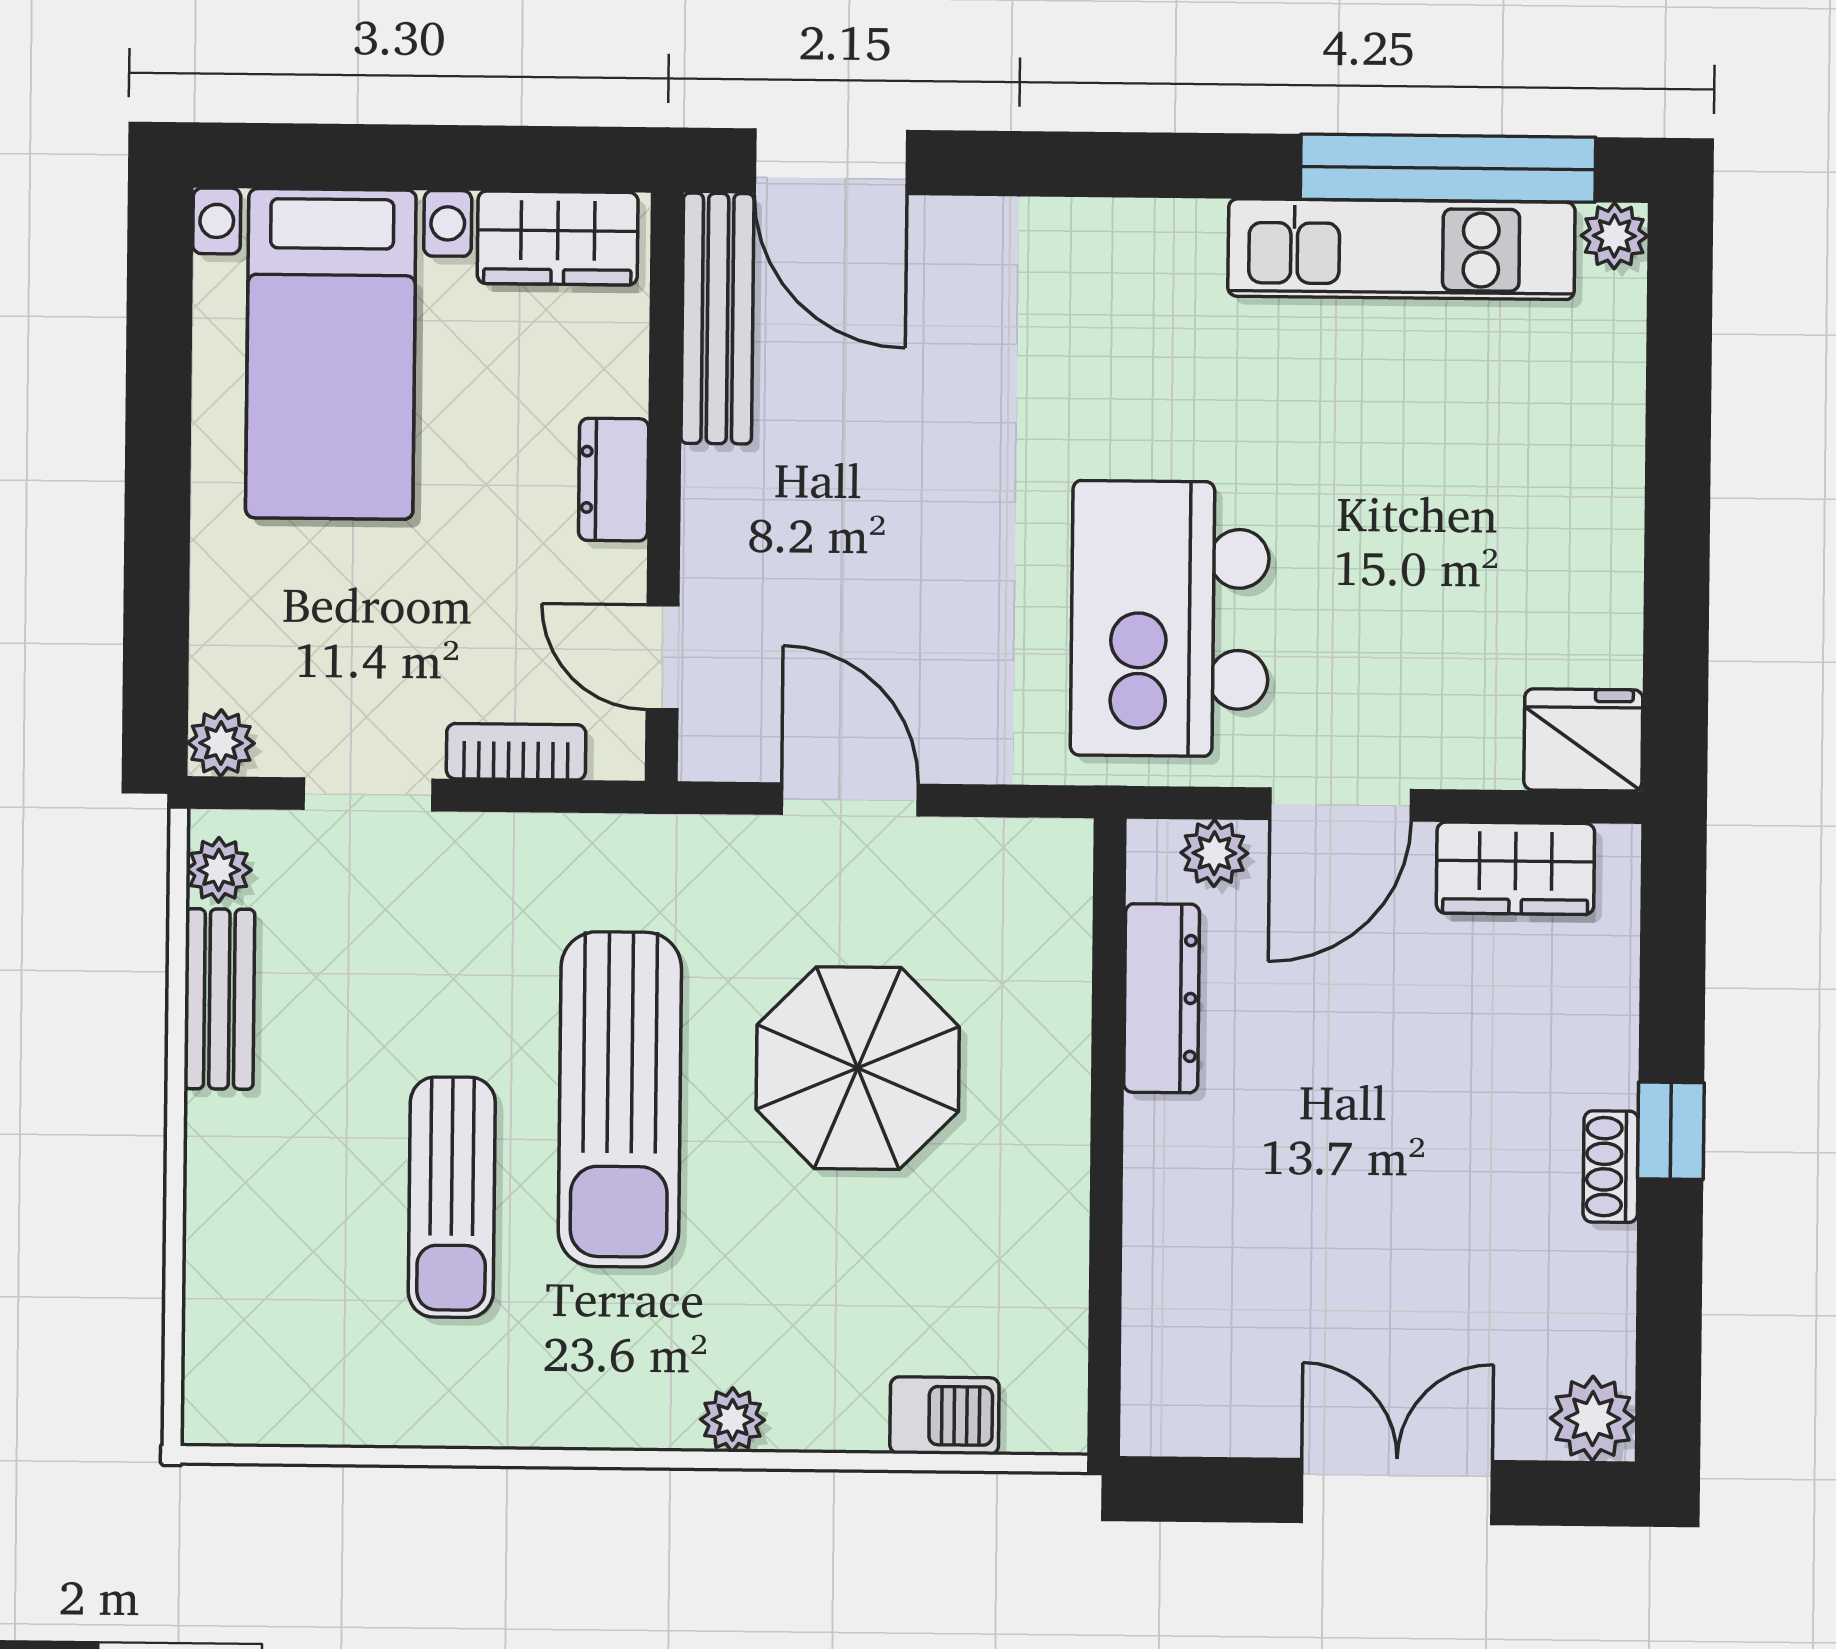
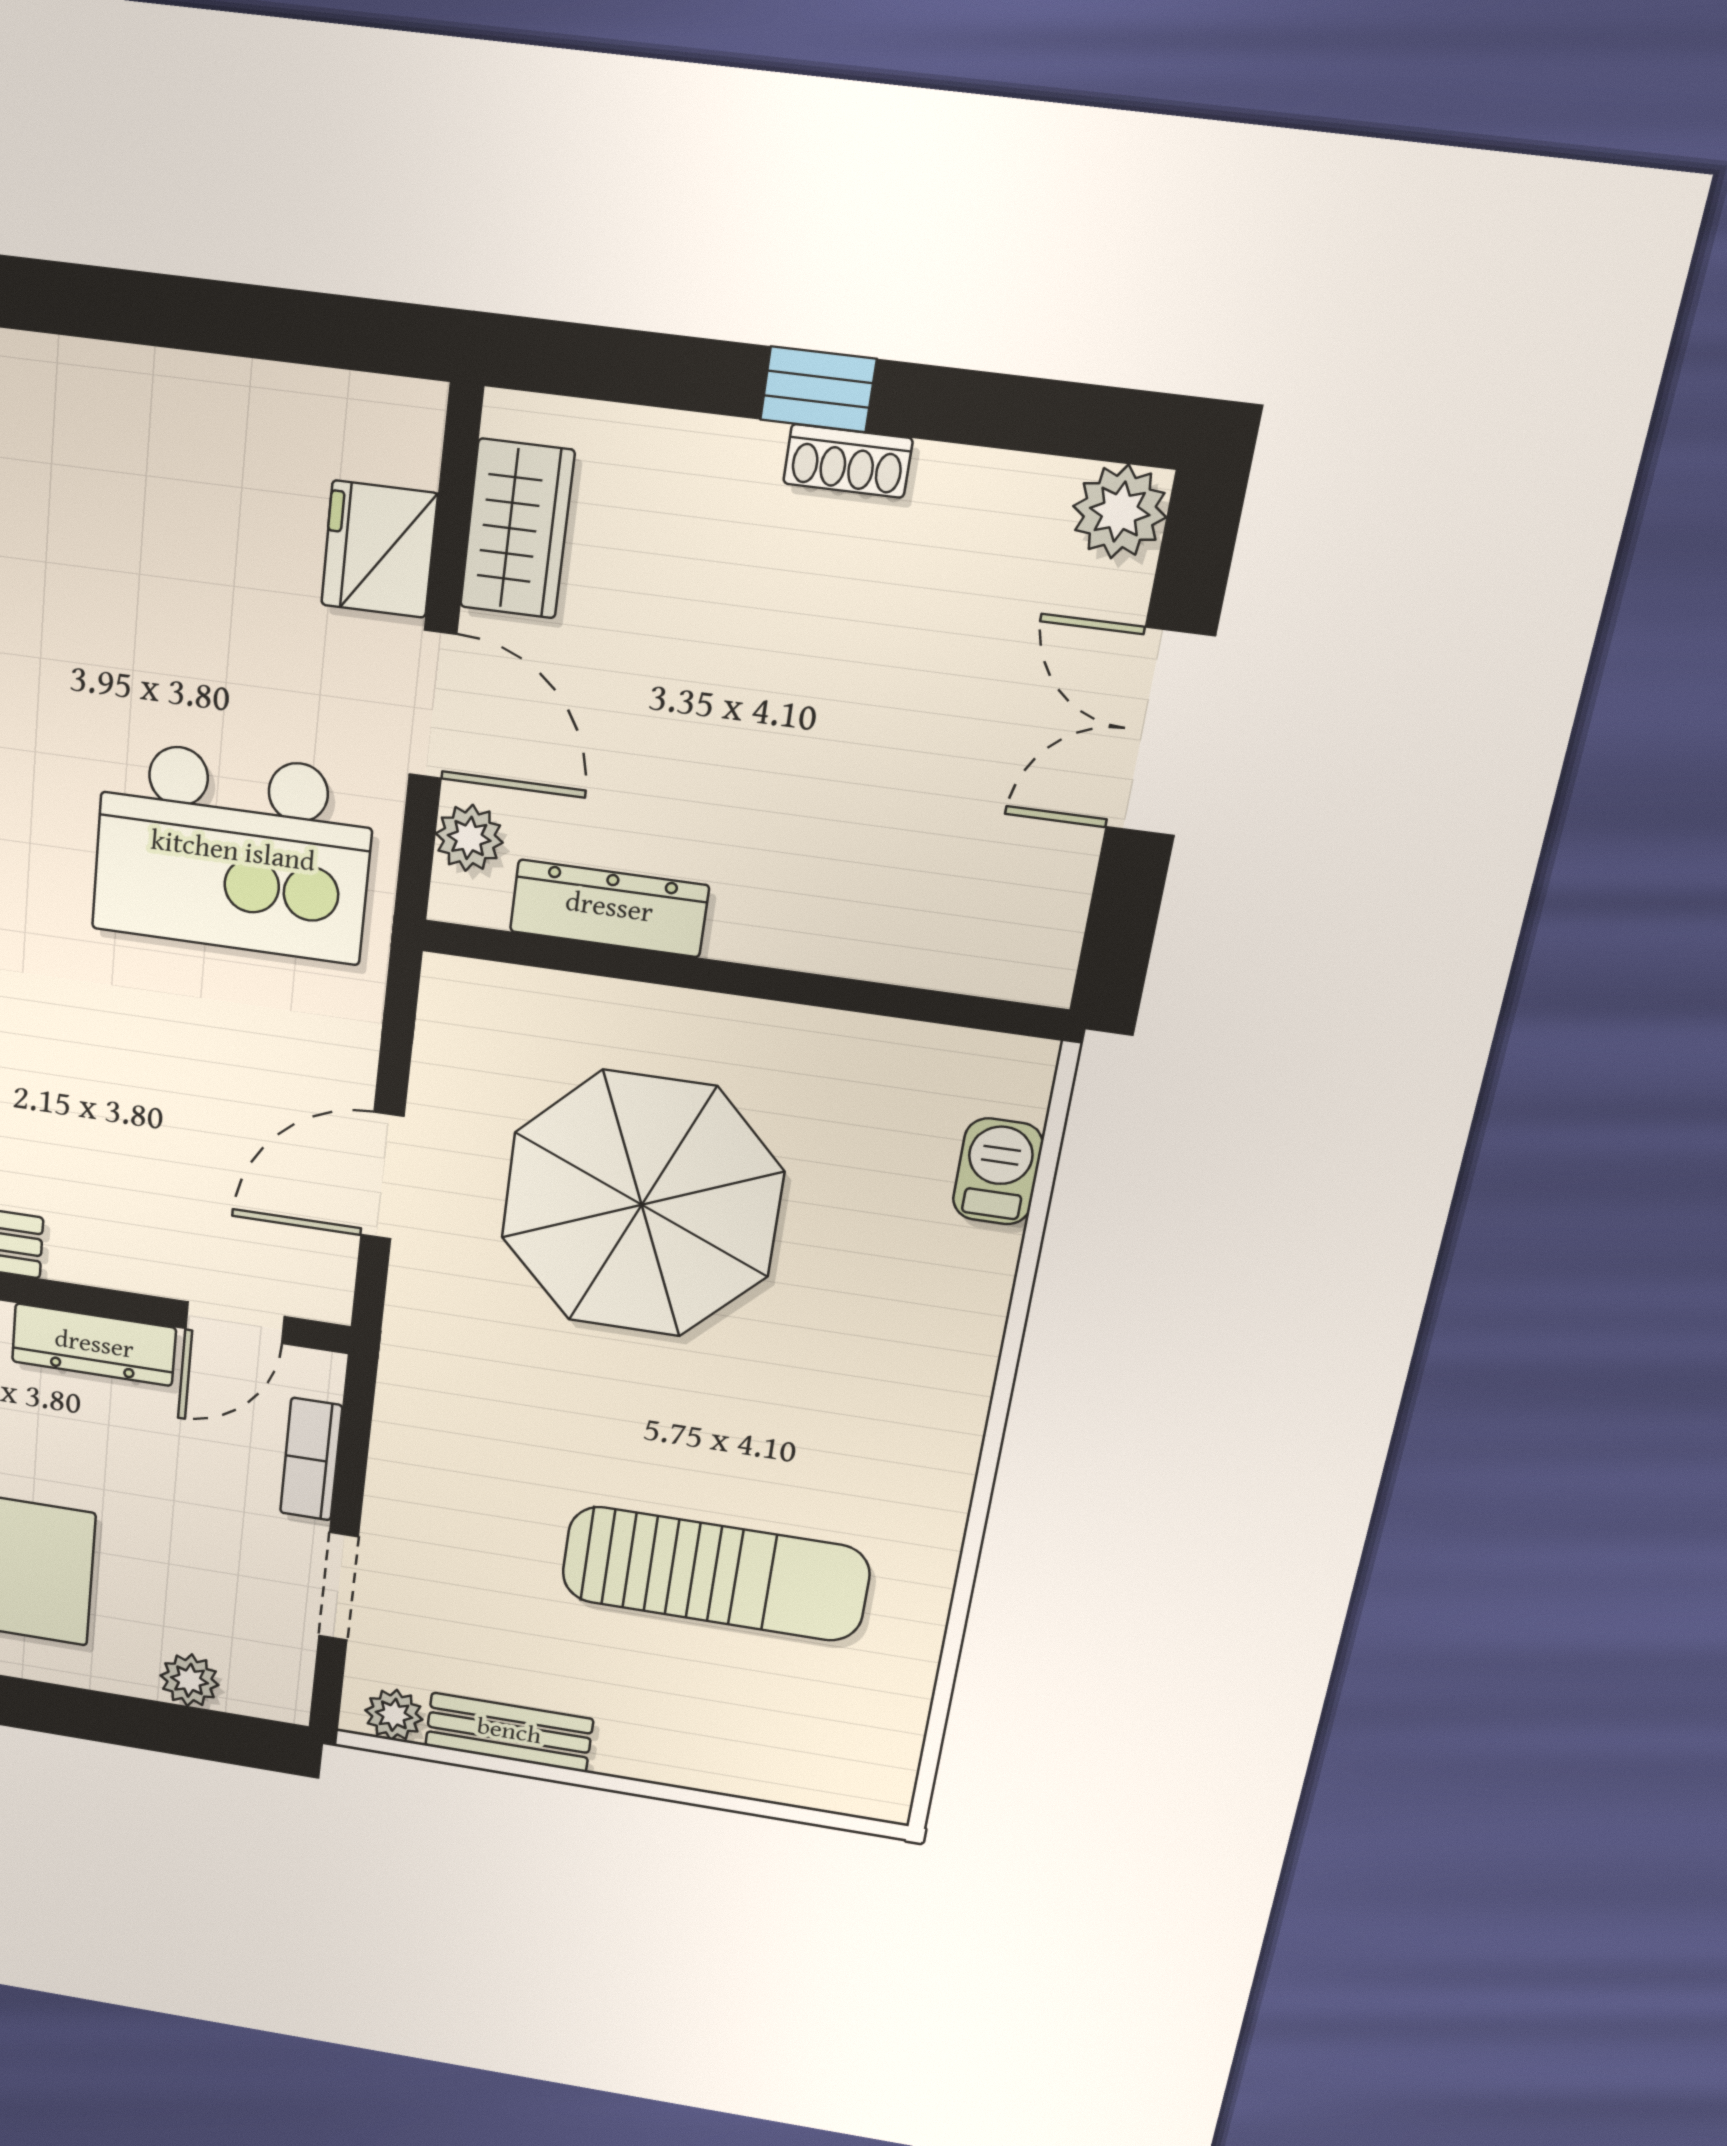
dresser: (614, 480) -> (94, 1345), width x1.44
fridge: (1583, 740) -> (379, 549), moved
plant: (221, 743) -> (189, 1680), moved
parasol: (858, 1068) -> (642, 1205), width x1.36, depth x1.36
sun lounger: (620, 1099) -> (644, 1419), removed
sun lounger: (452, 1197) -> (715, 1574), width x1.36, depth x1.34
plant: (732, 1420) -> (967, 1365), removed

